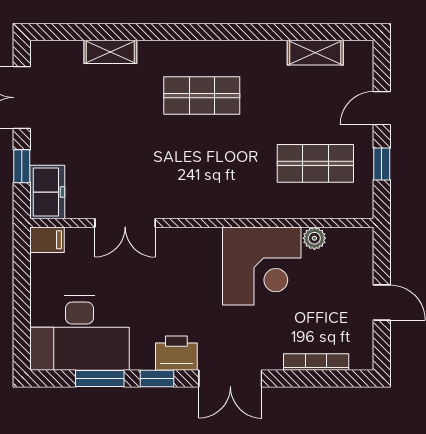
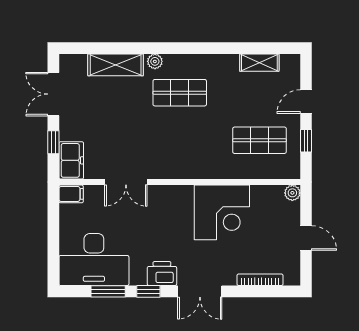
plant: (166, 51) -> (155, 61), added
shelving: (110, 52) -> (116, 65), width x1.50, depth x1.33
plant: (314, 238) -> (292, 193), moved

